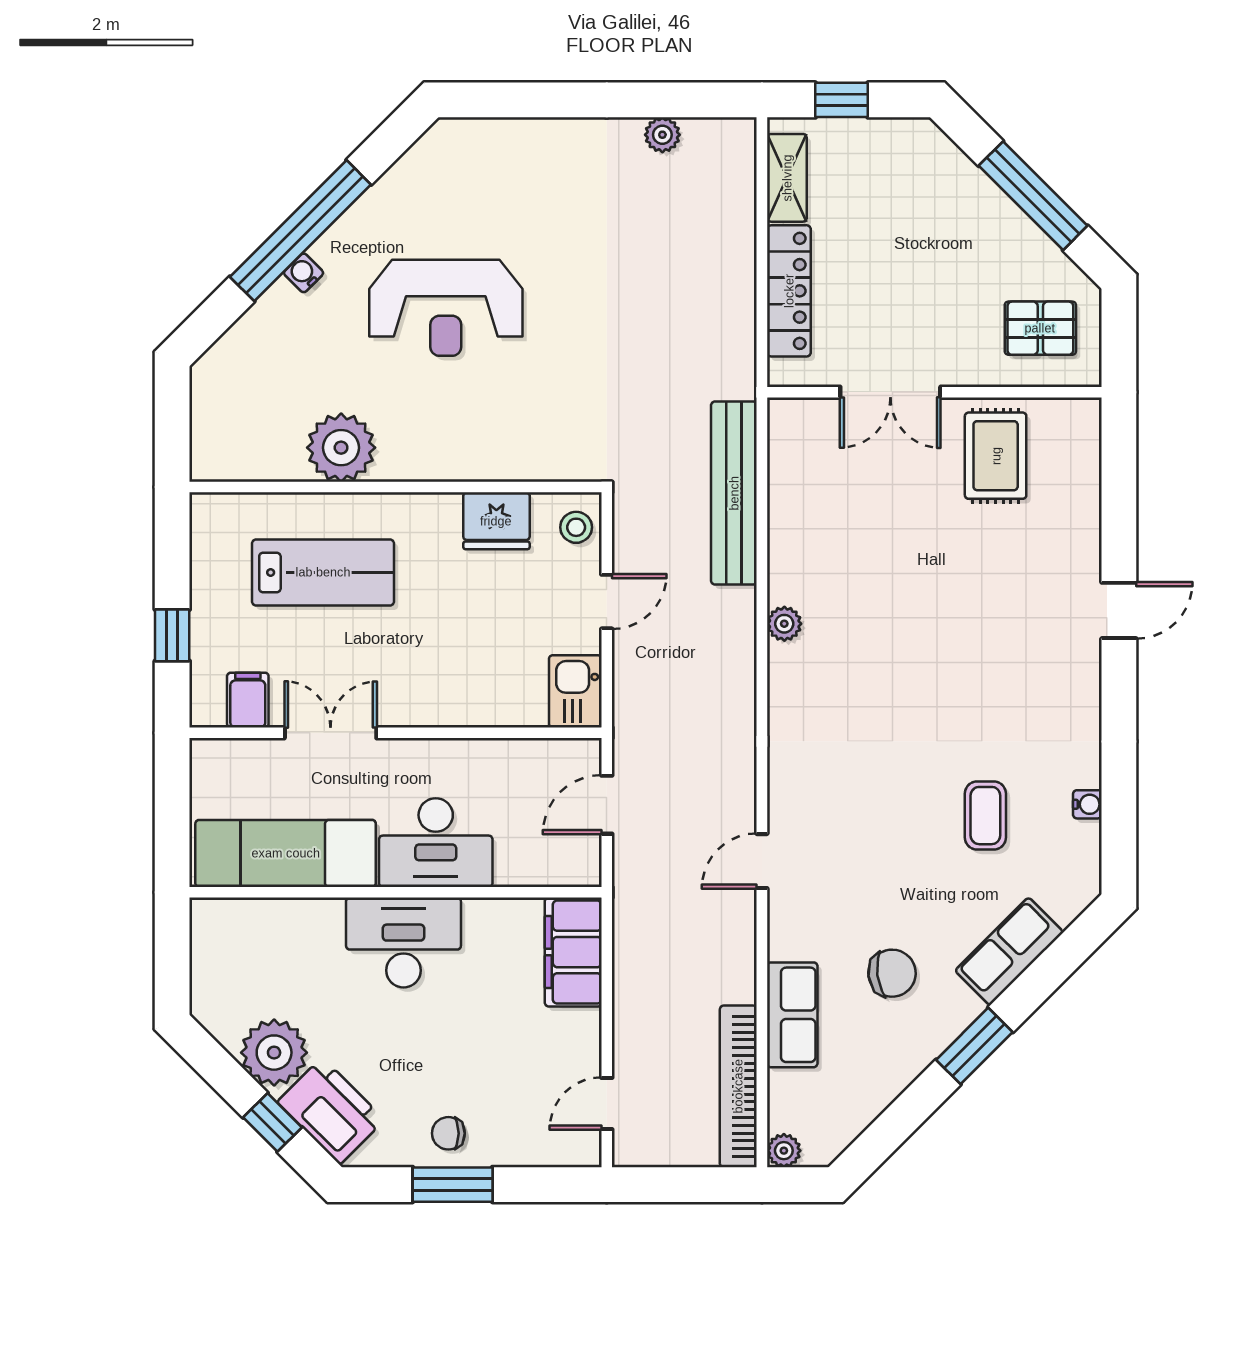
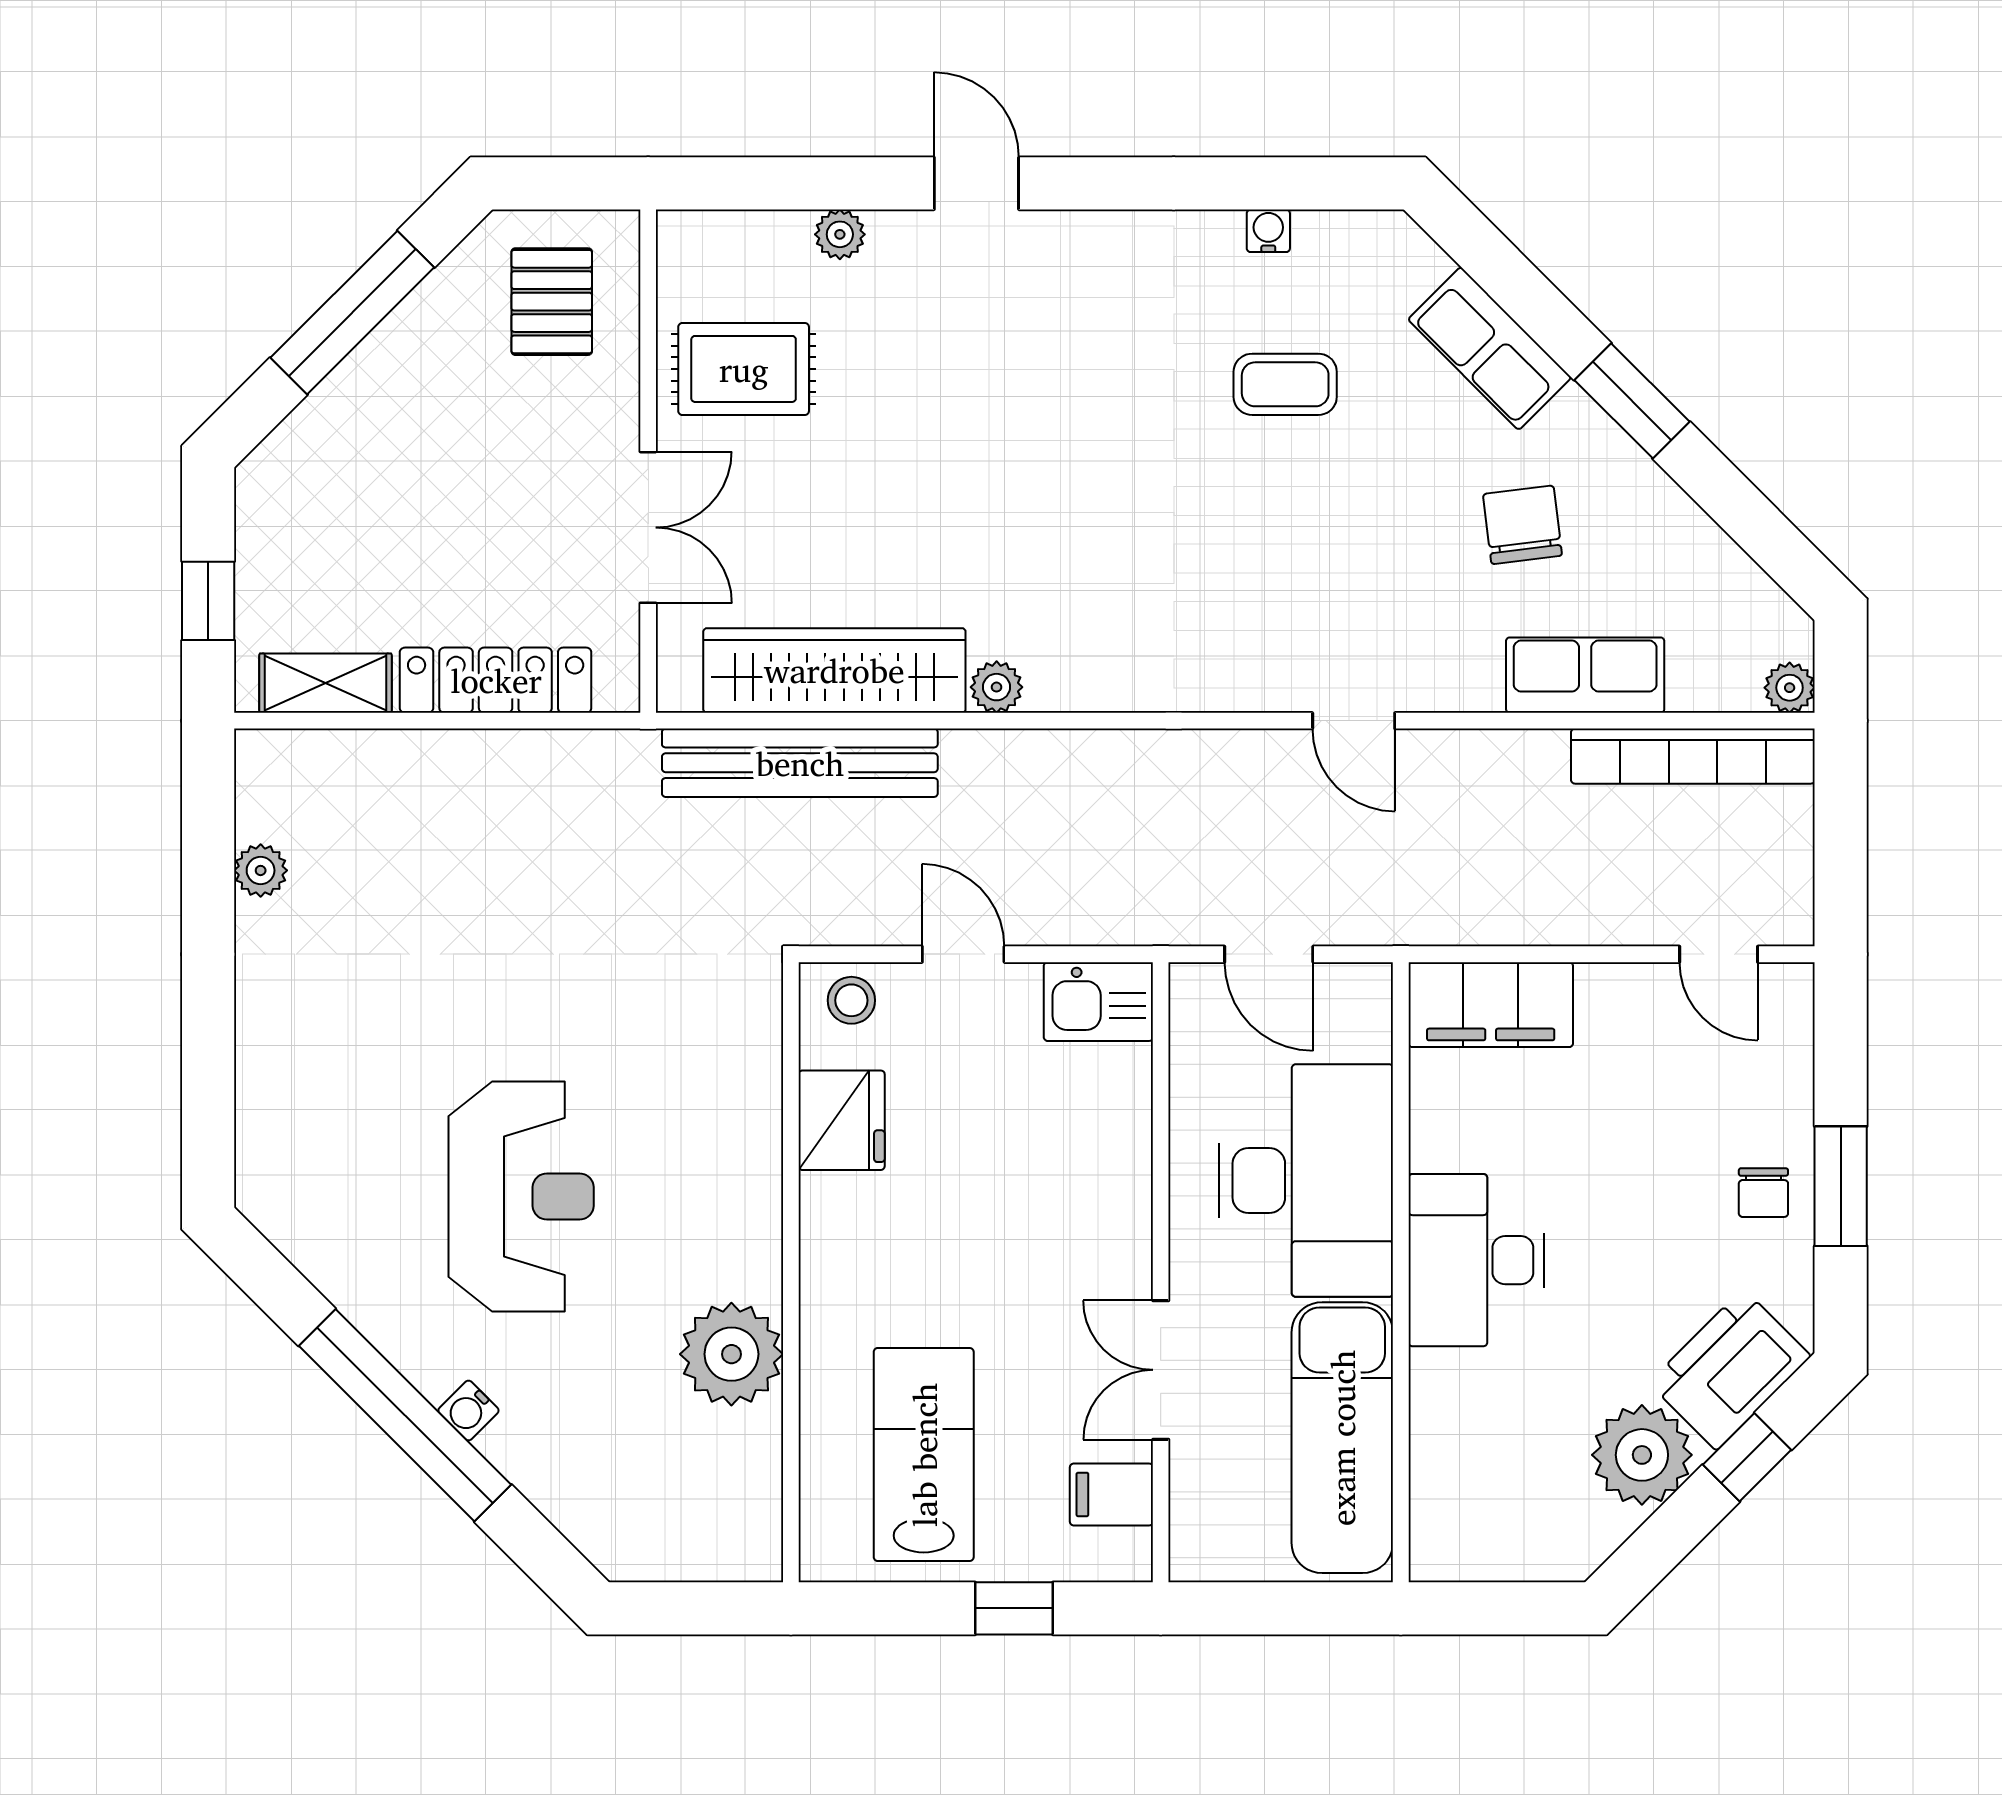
wardrobe: (795, 516) -> (834, 670), added
plant: (1085, 520) -> (840, 234), added
lab bench: (323, 572) -> (924, 1455), moved
desk: (436, 843) -> (1306, 1181), width x1.36, depth x1.30

